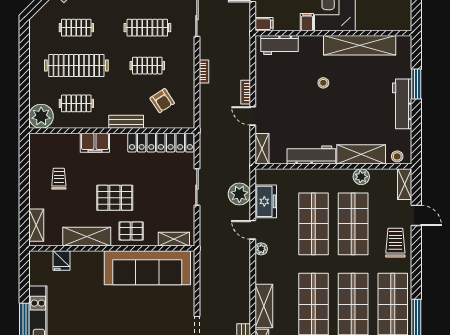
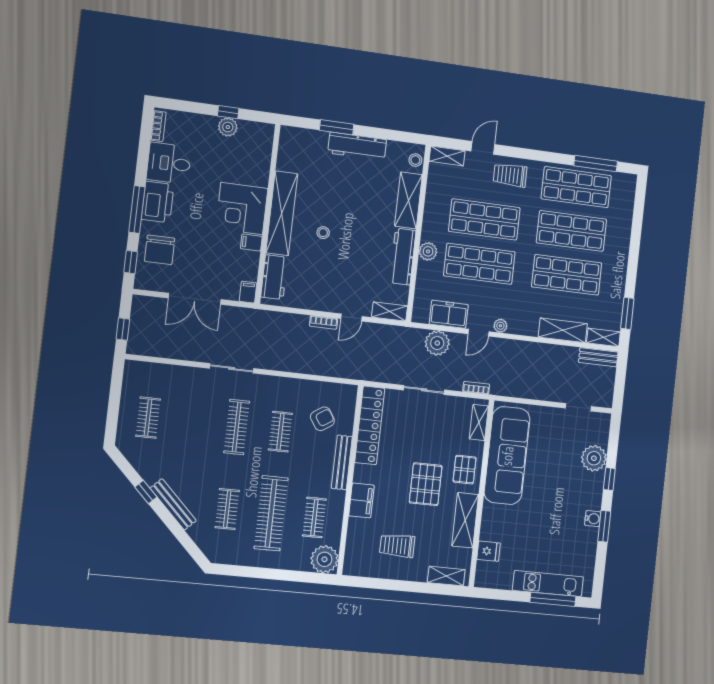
shelving: (360, 45) -> (282, 213), moved
bookcase: (204, 71) -> (476, 388), moved
bench: (126, 122) -> (342, 462), width x1.36
plant: (361, 177) -> (428, 251), moved
trolley: (59, 179) -> (397, 546), width x1.36, depth x1.39

